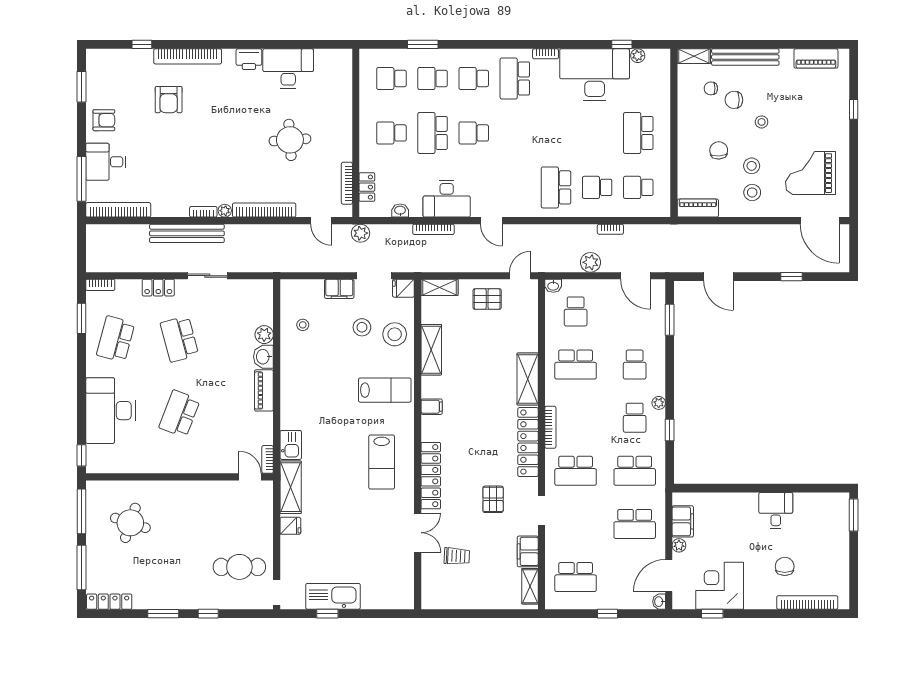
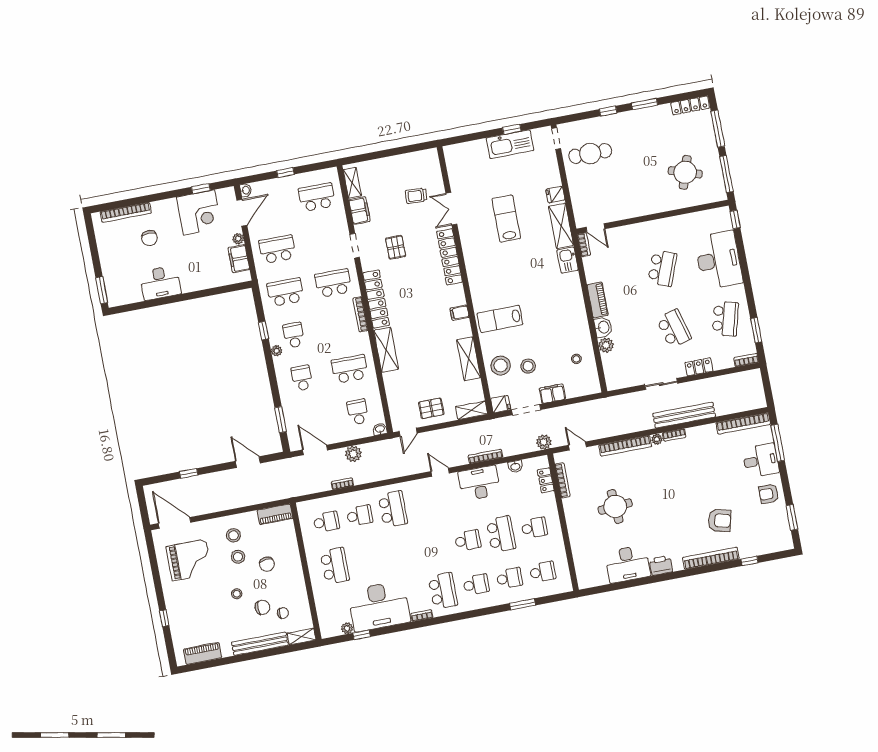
armchair: (169, 100) -> (719, 520), turned 104
lab bench: (382, 462) -> (506, 219), moved
desk: (776, 511) -> (160, 283), width x1.37

